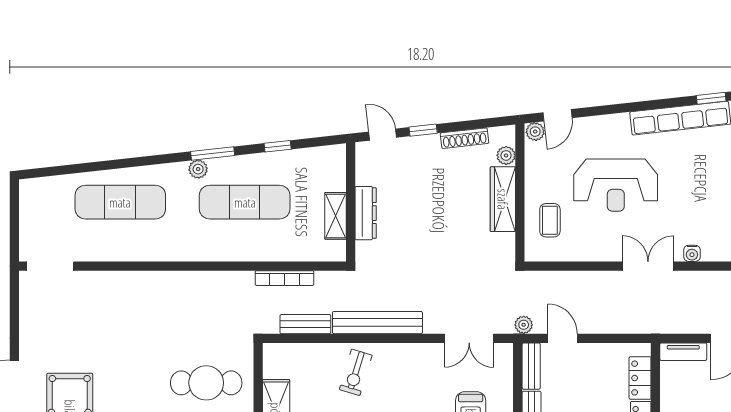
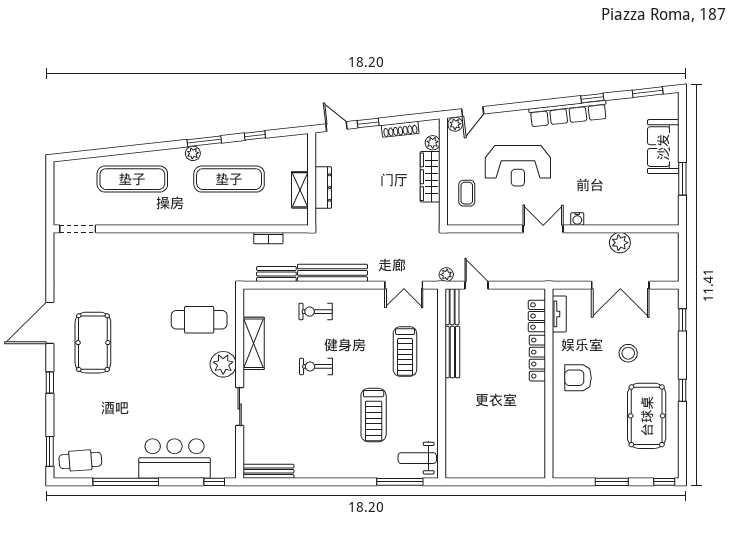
bookcase: (285, 278) -> (268, 238), width x0.64
tv unit: (683, 352) -> (559, 314), moved, turned -90
exercise bike: (356, 372) -> (316, 312), turned 73

